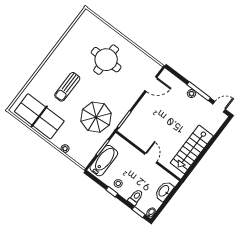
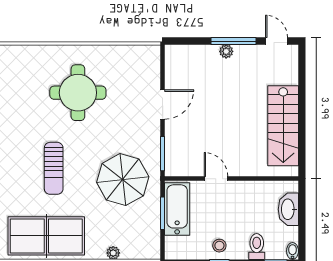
door: (151, 84) -> (163, 104), moved
door: (219, 107) -> (277, 41), hinge flipped
door: (151, 158) -> (216, 179), moved
bathtub: (104, 161) -> (177, 209), moved

